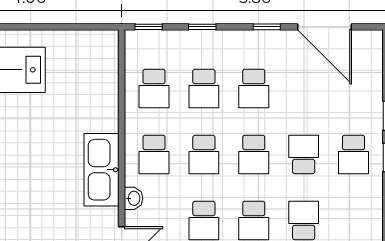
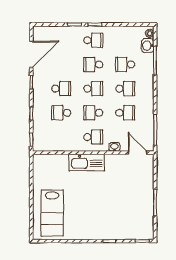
school desk: (154, 88) -> (61, 137), removed
school desk: (204, 88) -> (61, 113), turned 180
school desk: (204, 154) -> (93, 113), turned 180
kitchen sink: (102, 170) -> (87, 162), moved

